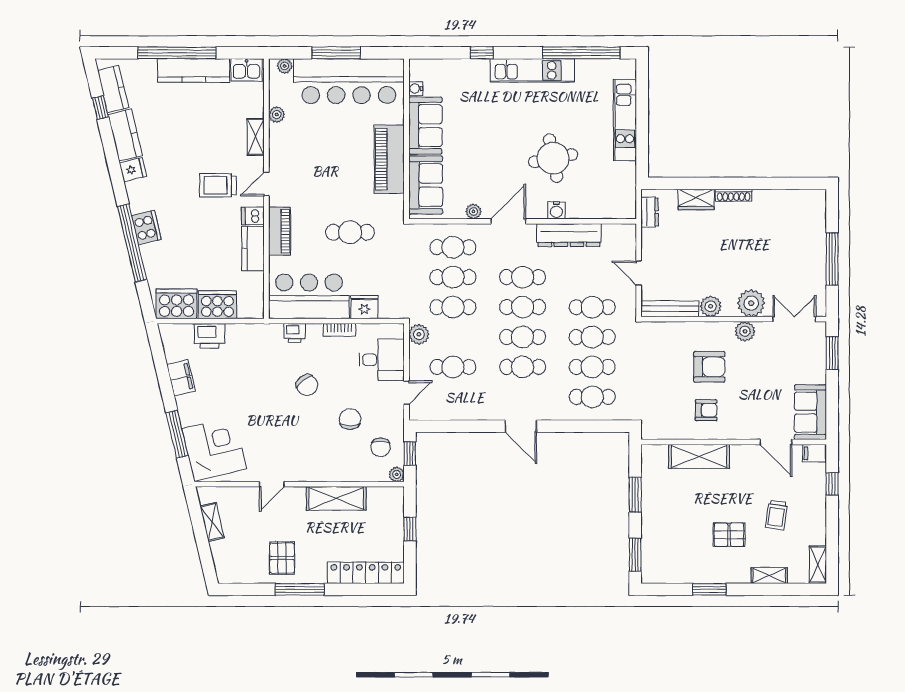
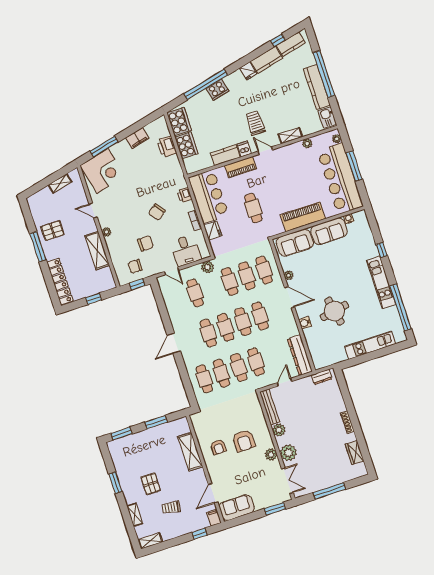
wardrobe: (696, 199) -> (355, 452), moved
dresser: (569, 235) -> (300, 355), moved
plant: (397, 474) -> (106, 232), moved

